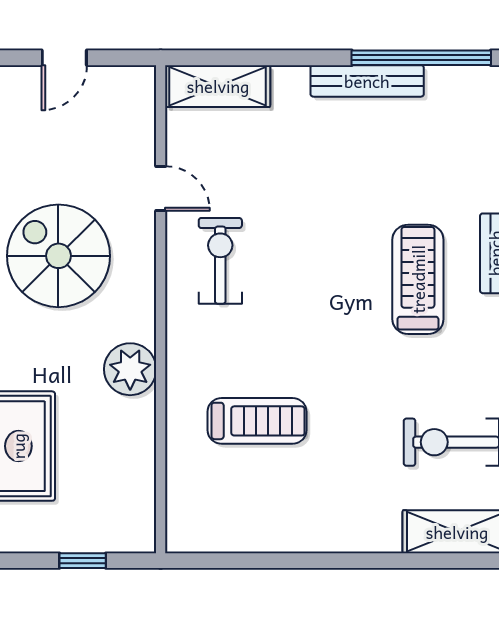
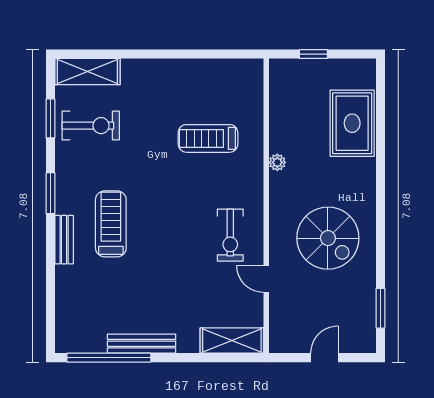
treadmill: (418, 279) -> (111, 224), turned 180
plant: (130, 369) -> (277, 162), width x0.53, depth x0.53

